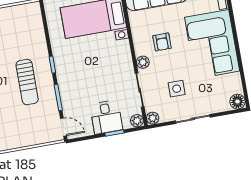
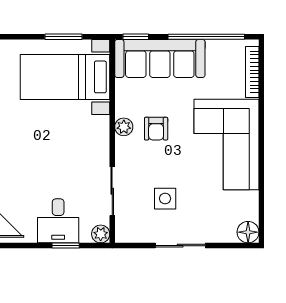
plant: (143, 62) -> (124, 127), moved
plant: (153, 118) -> (124, 234), removed

